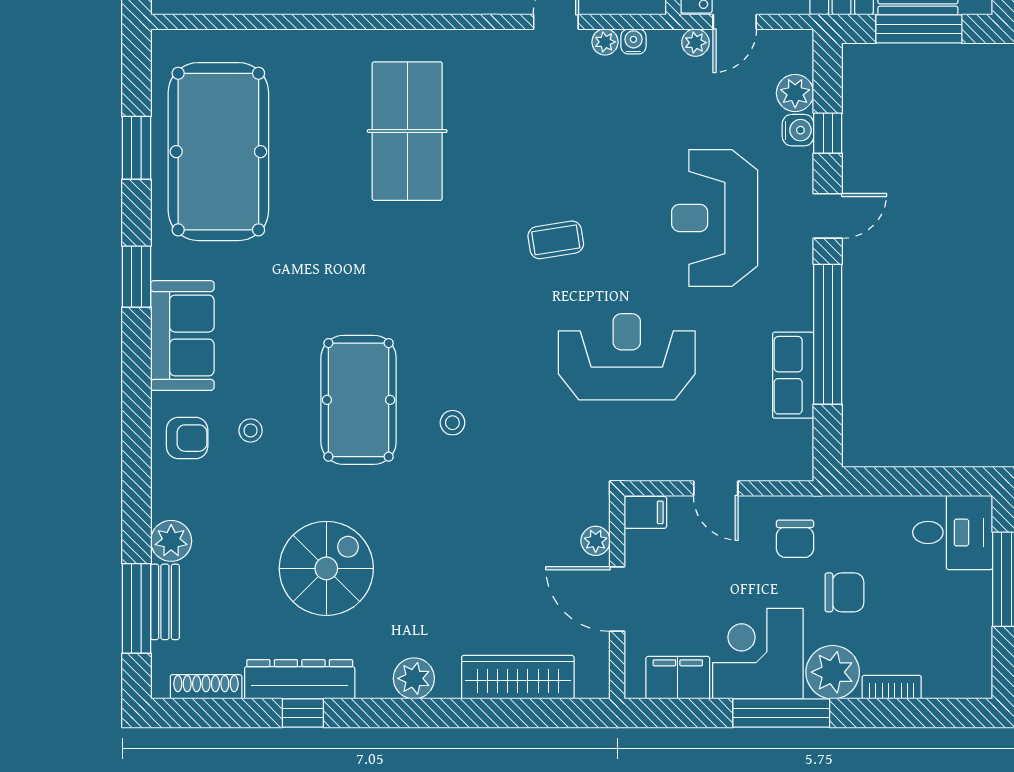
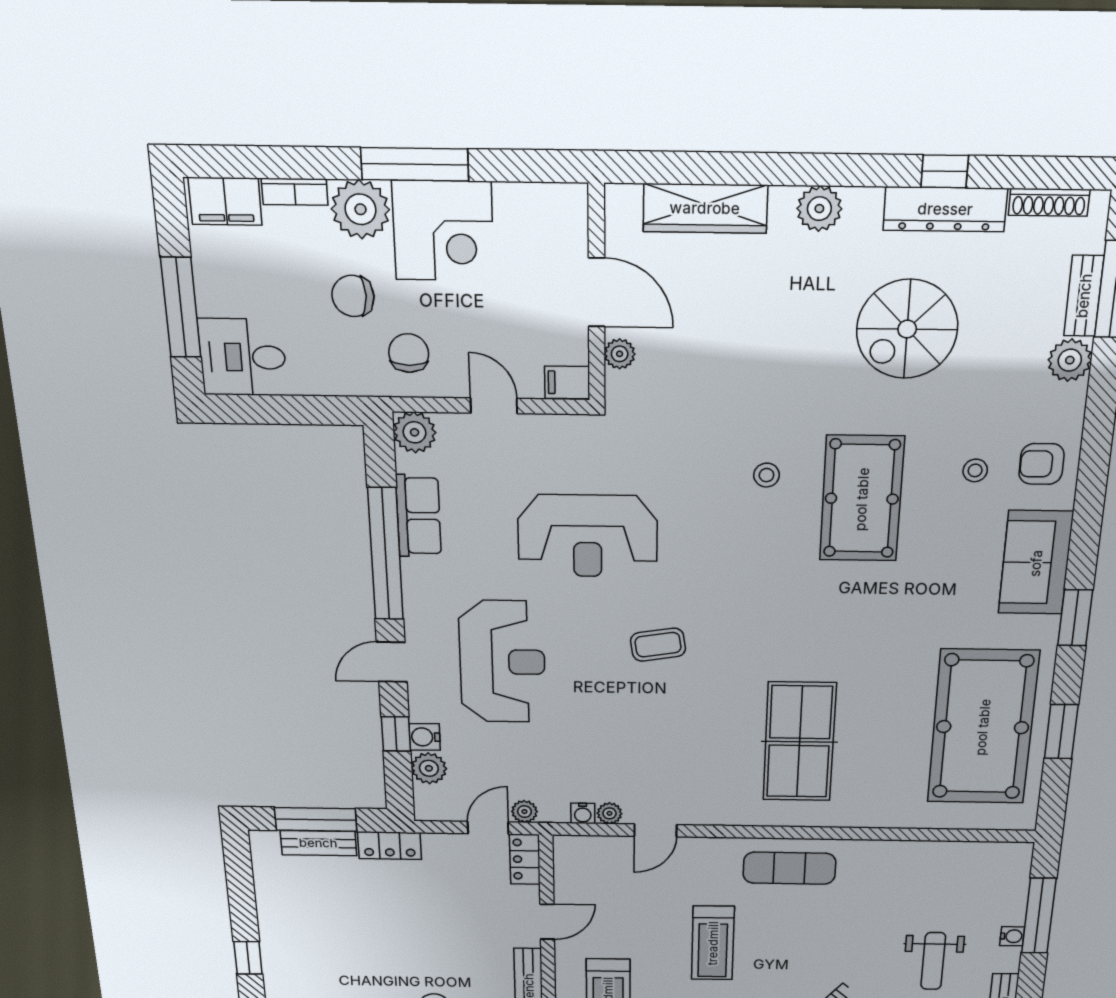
plant: (793, 461) -> (415, 432), added
filing cabinet: (678, 678) -> (225, 201), moved

